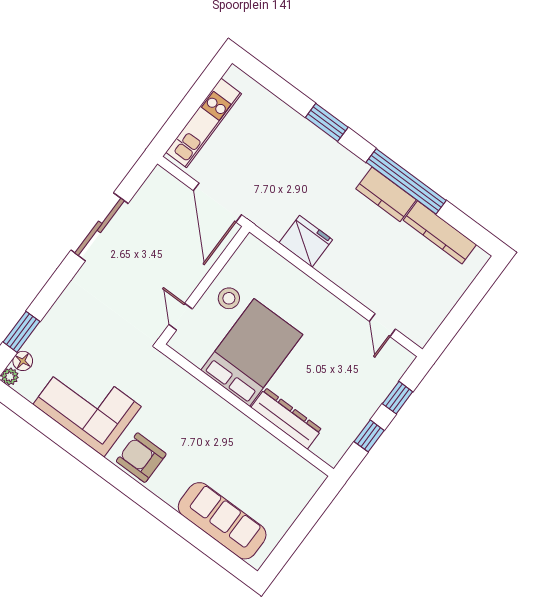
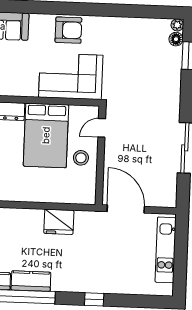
window: (327, 122) -> (94, 299), width x0.67
door: (181, 317) -> (102, 128), swing flipped
corner sofa: (87, 405) -> (71, 76), moved, turned 180

